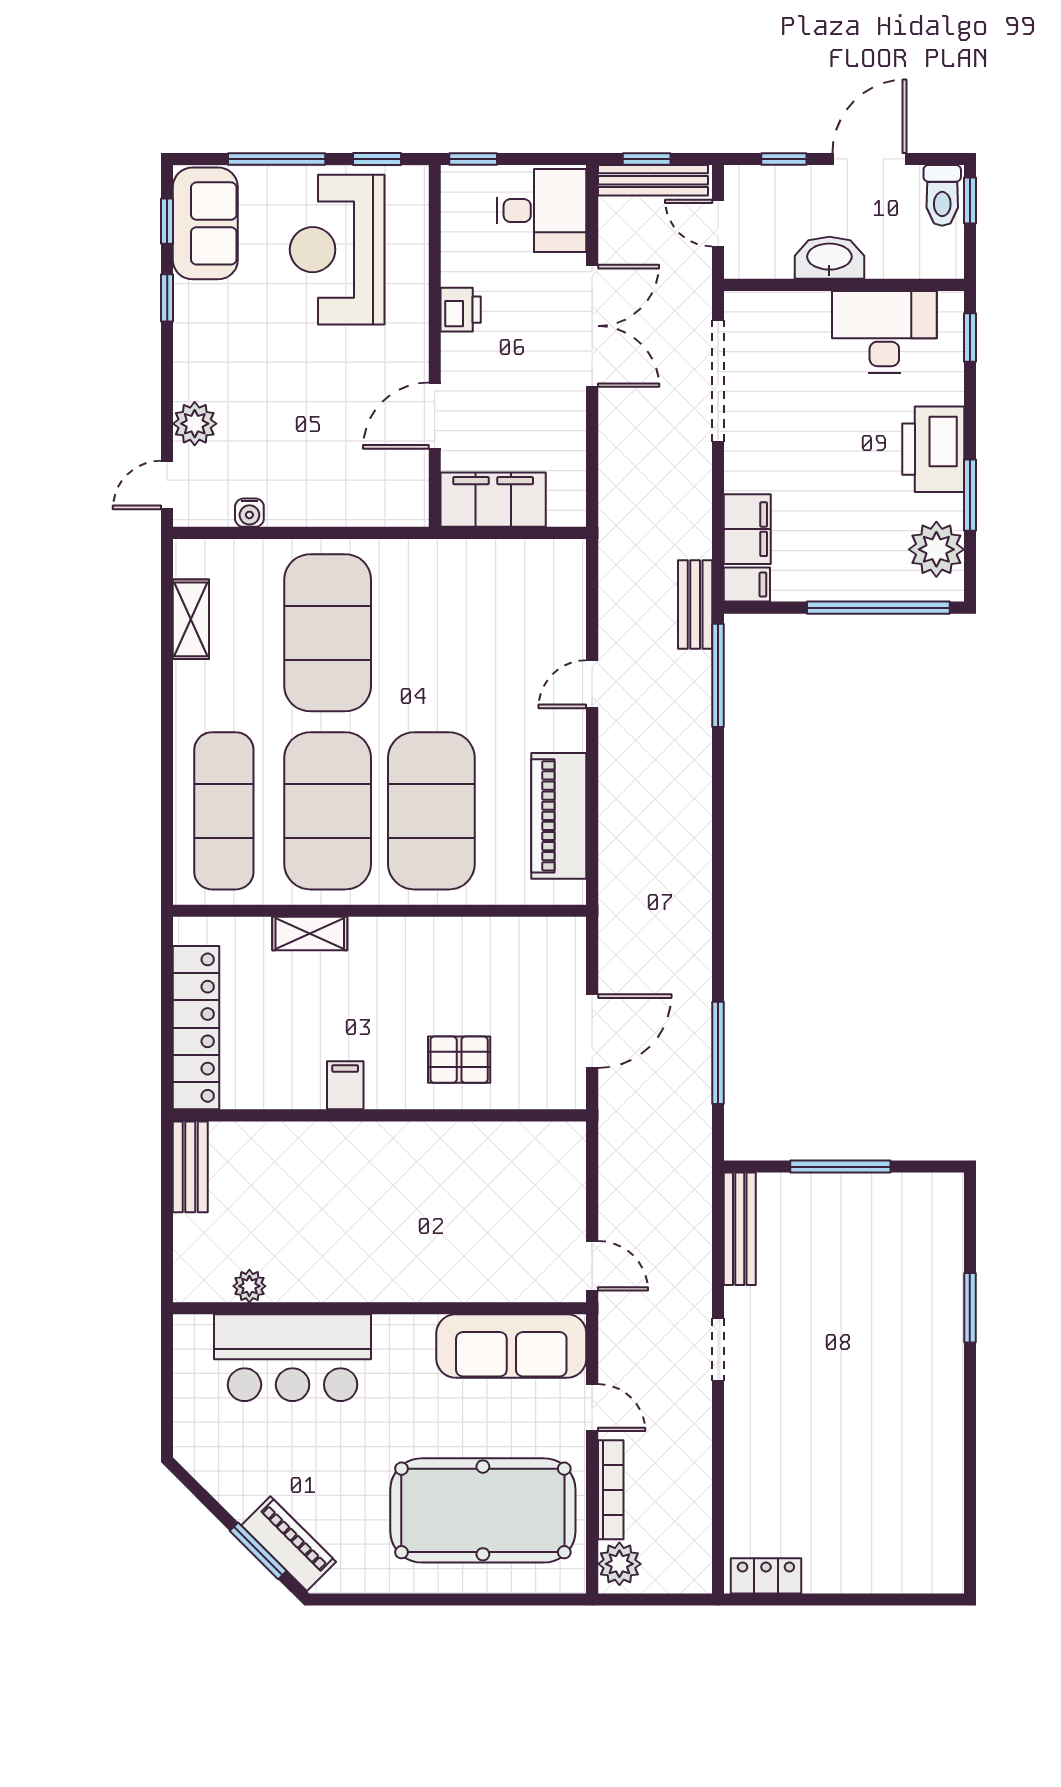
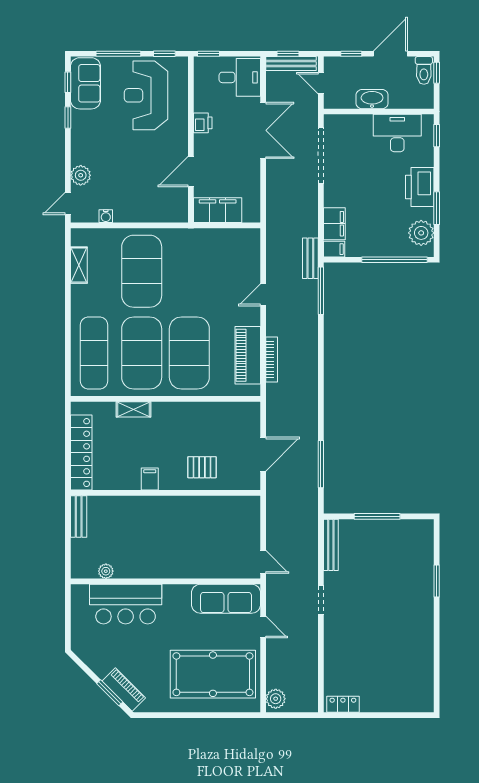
bookcase: (611, 1490) -> (272, 359), moved

